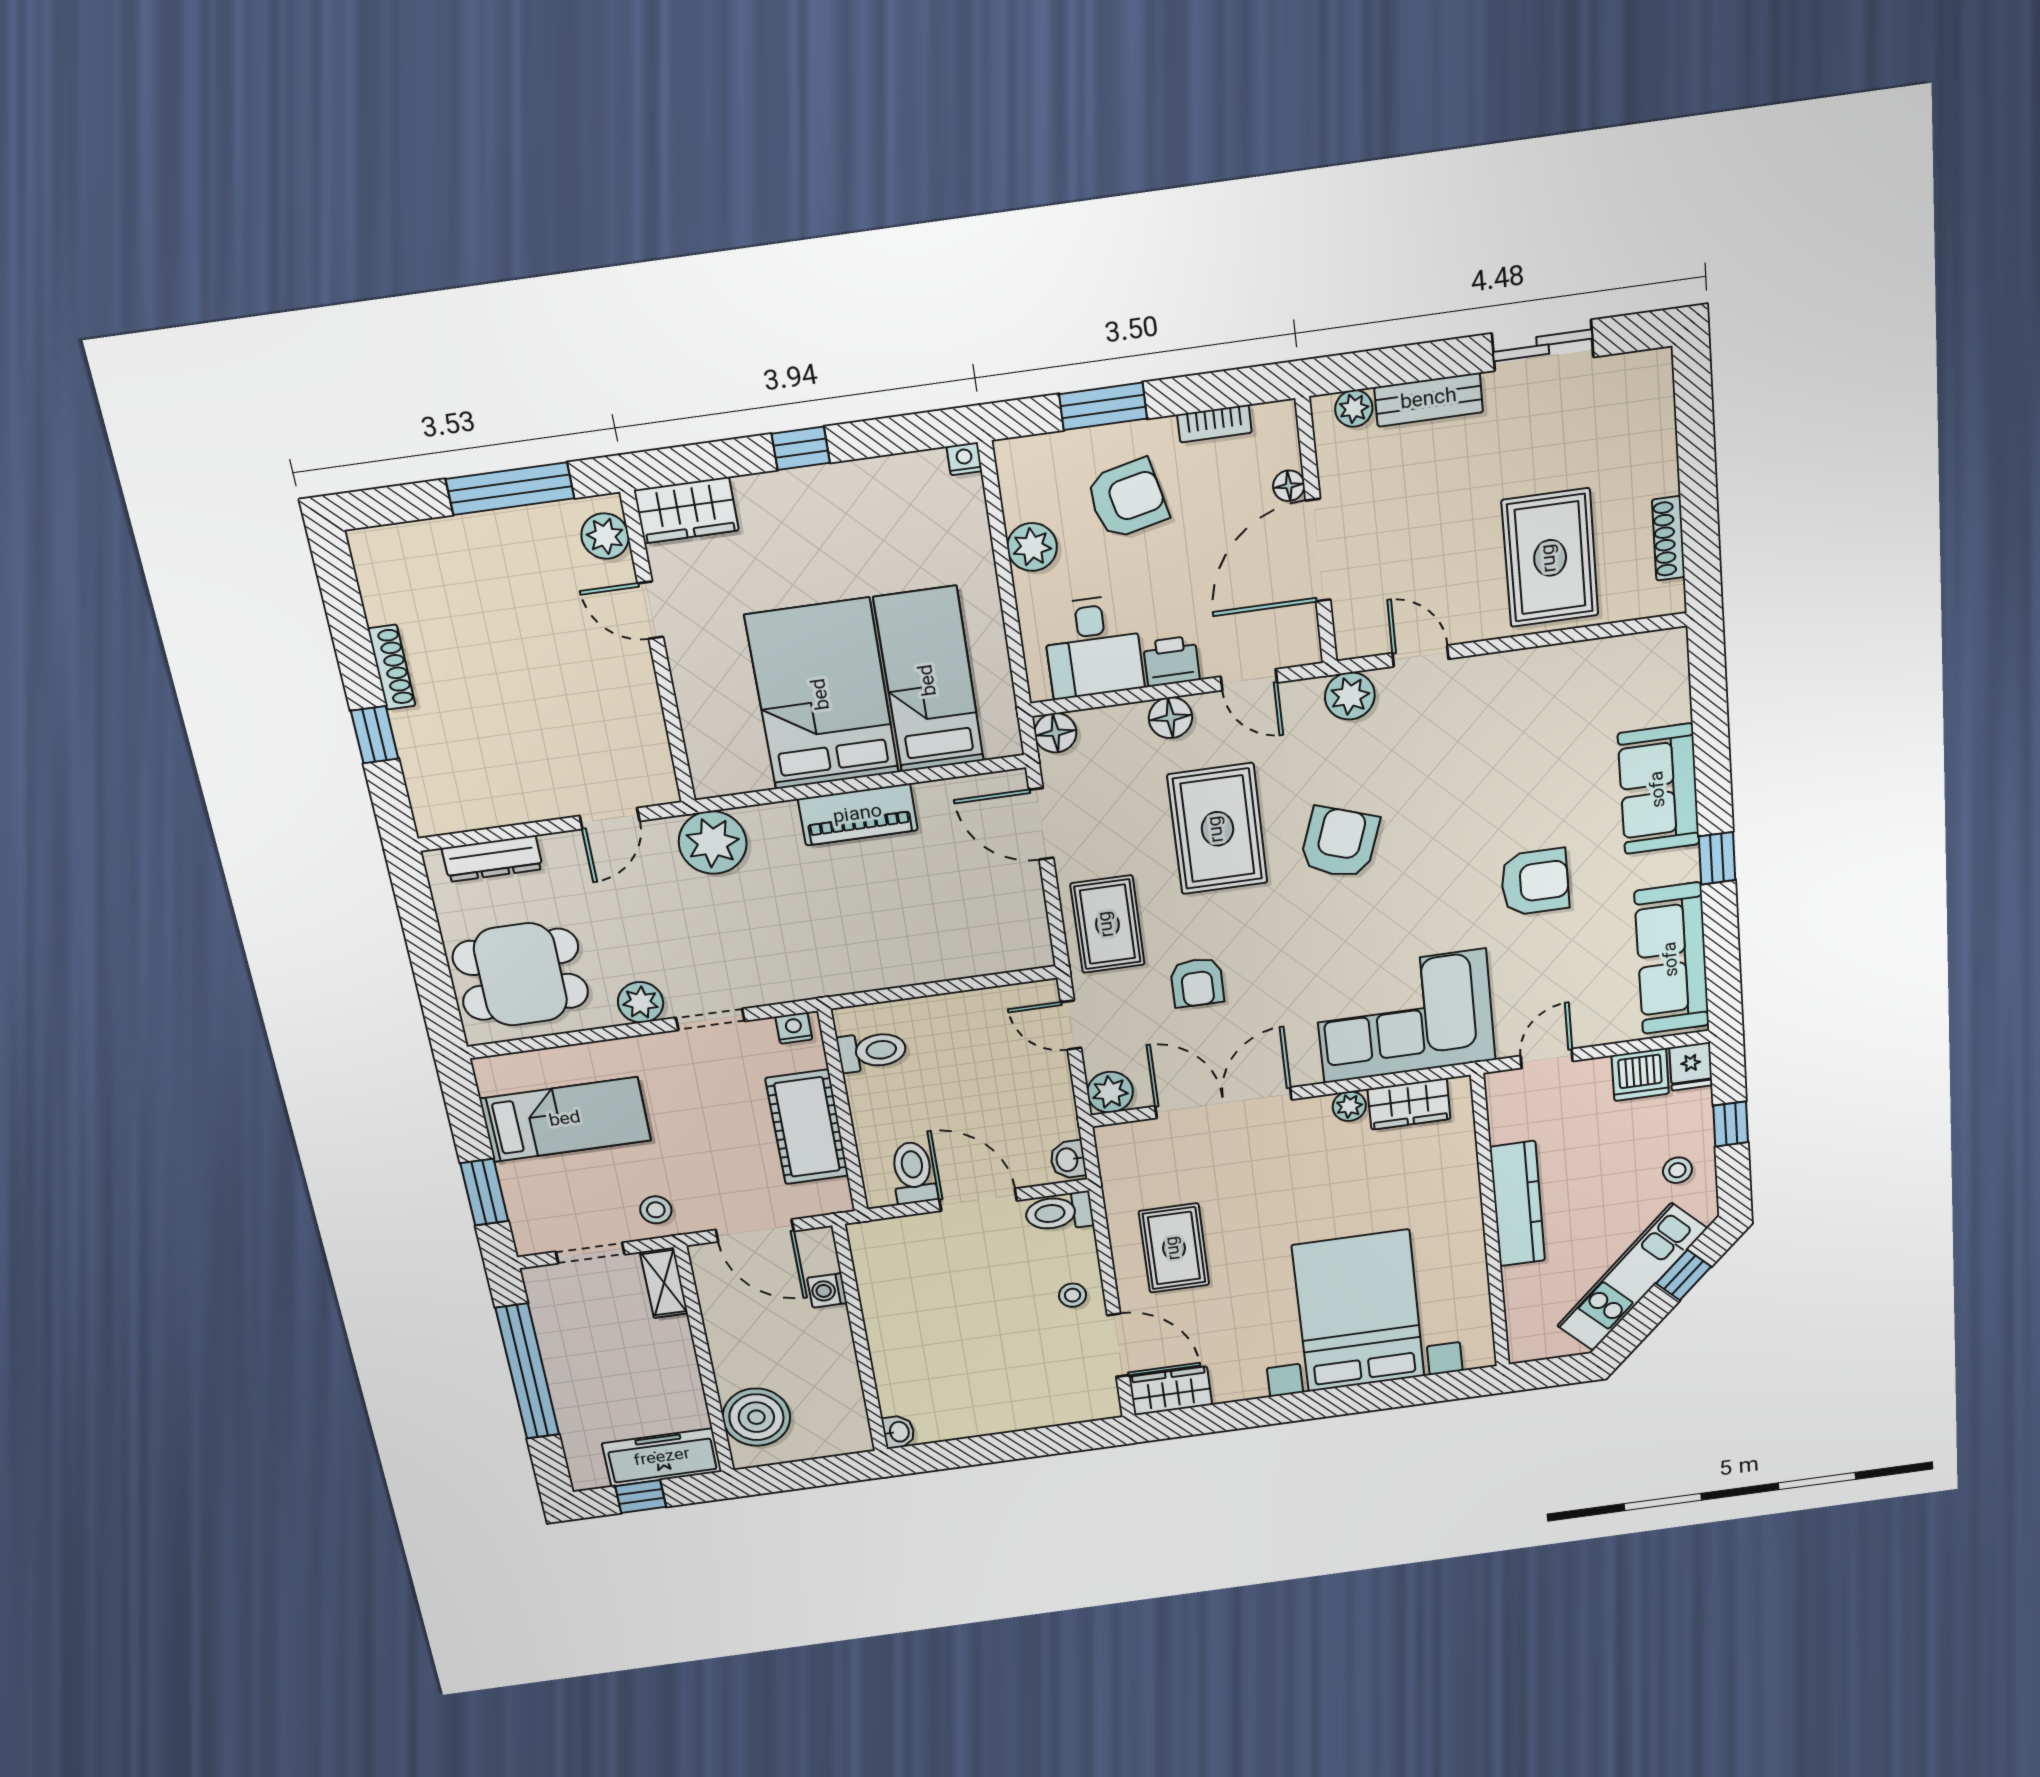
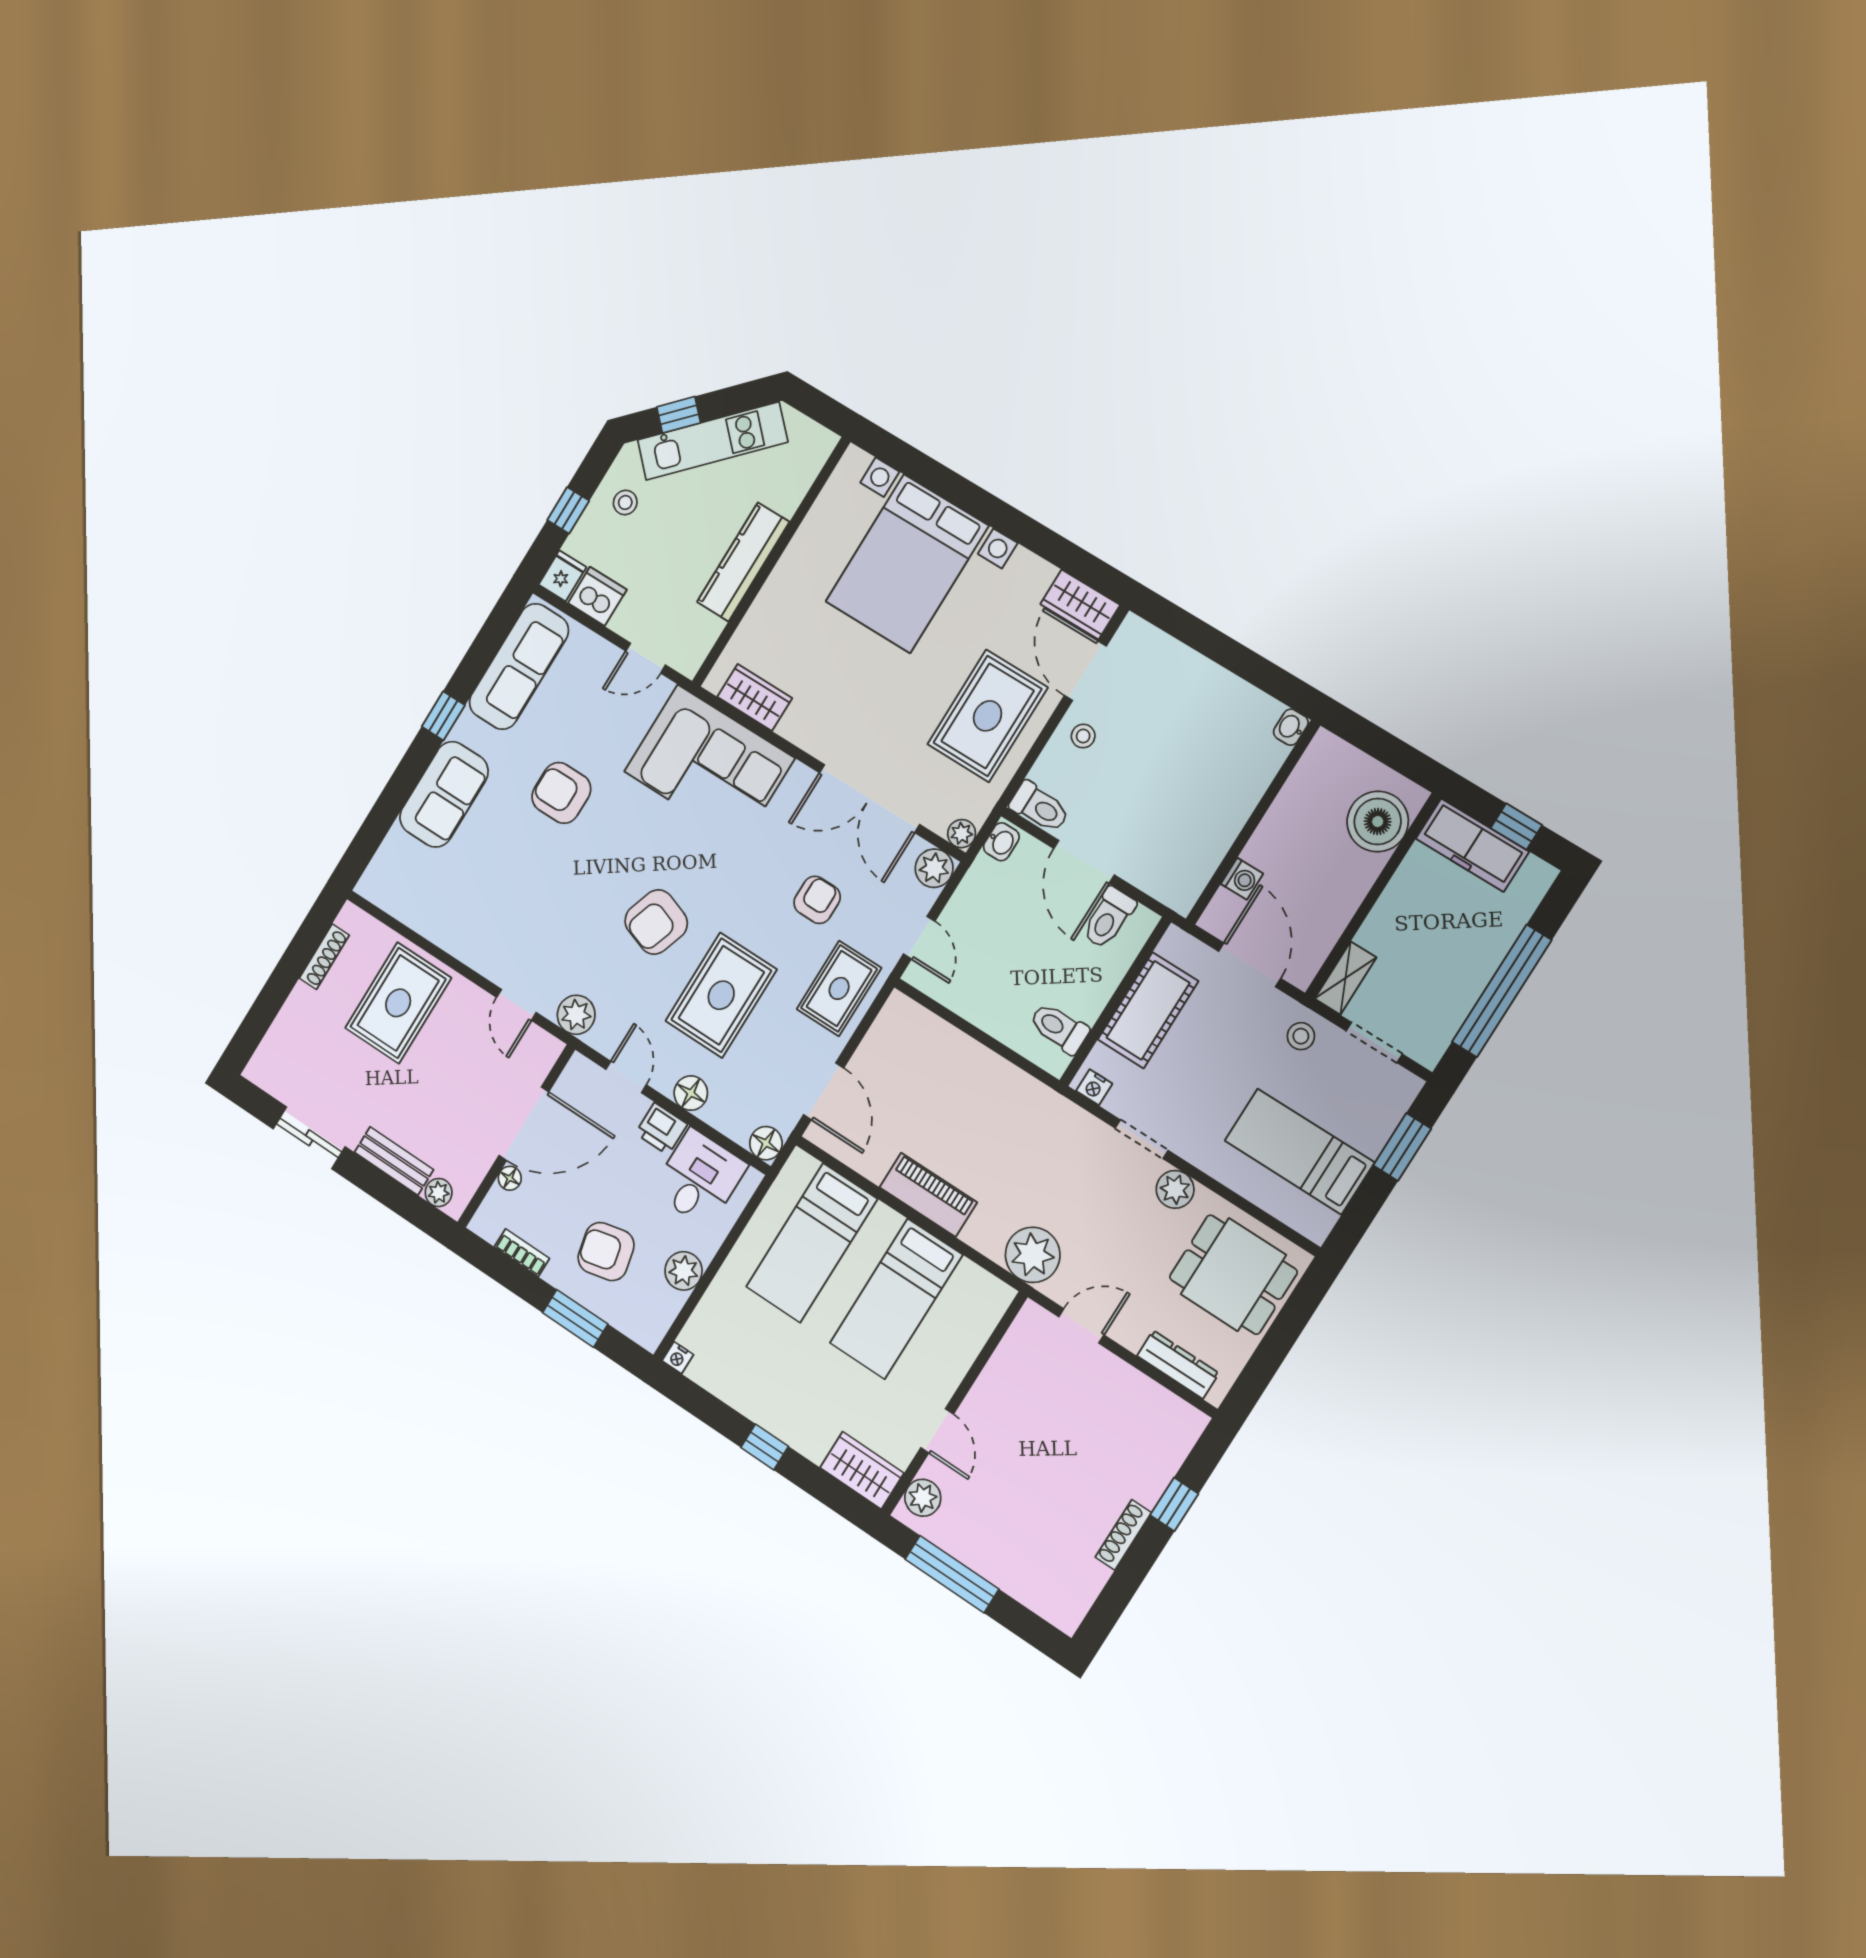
bed: (822, 694) -> (896, 1299), width x0.67
plant: (1349, 1106) -> (962, 834), moved
rug: (1174, 1248) -> (988, 716), width x1.36, depth x1.43

